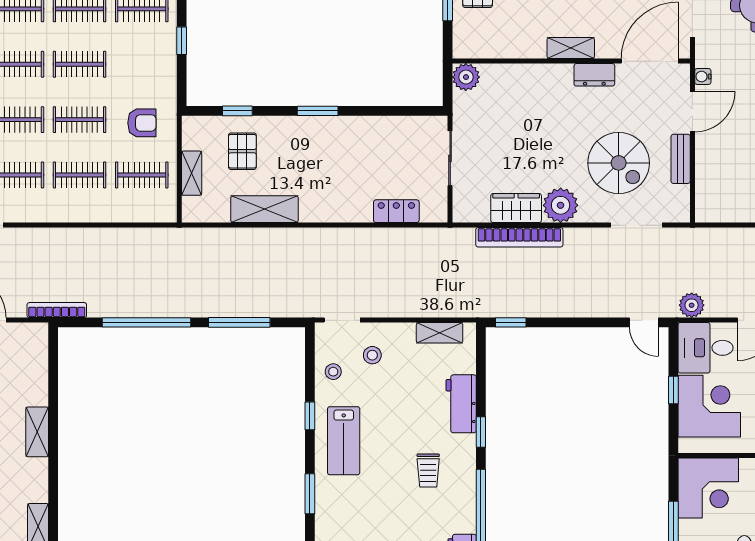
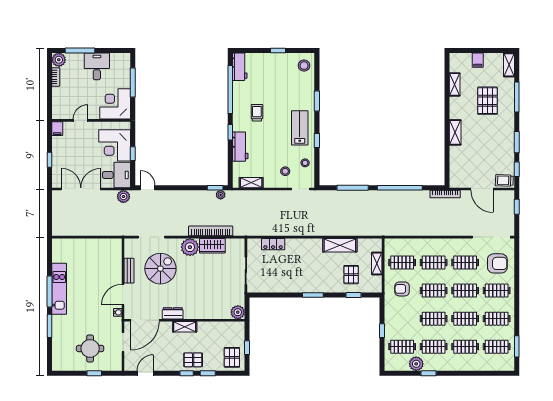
spiral stairs: (619, 163) -> (160, 269), turned 90
plant: (500, 309) -> (221, 195), added

